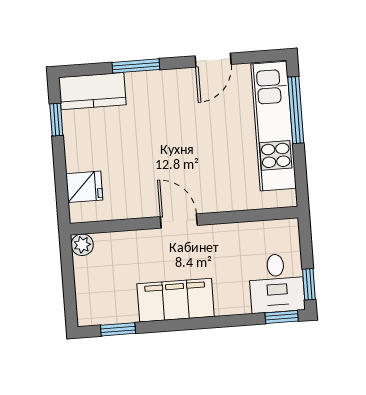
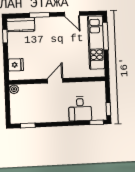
door: (213, 60) -> (72, 14), hinge flipped
door: (179, 221) -> (55, 81), hinge flipped
desk: (277, 283) -> (80, 109), moved
filing cabinet: (176, 300) -> (53, 114), removed

